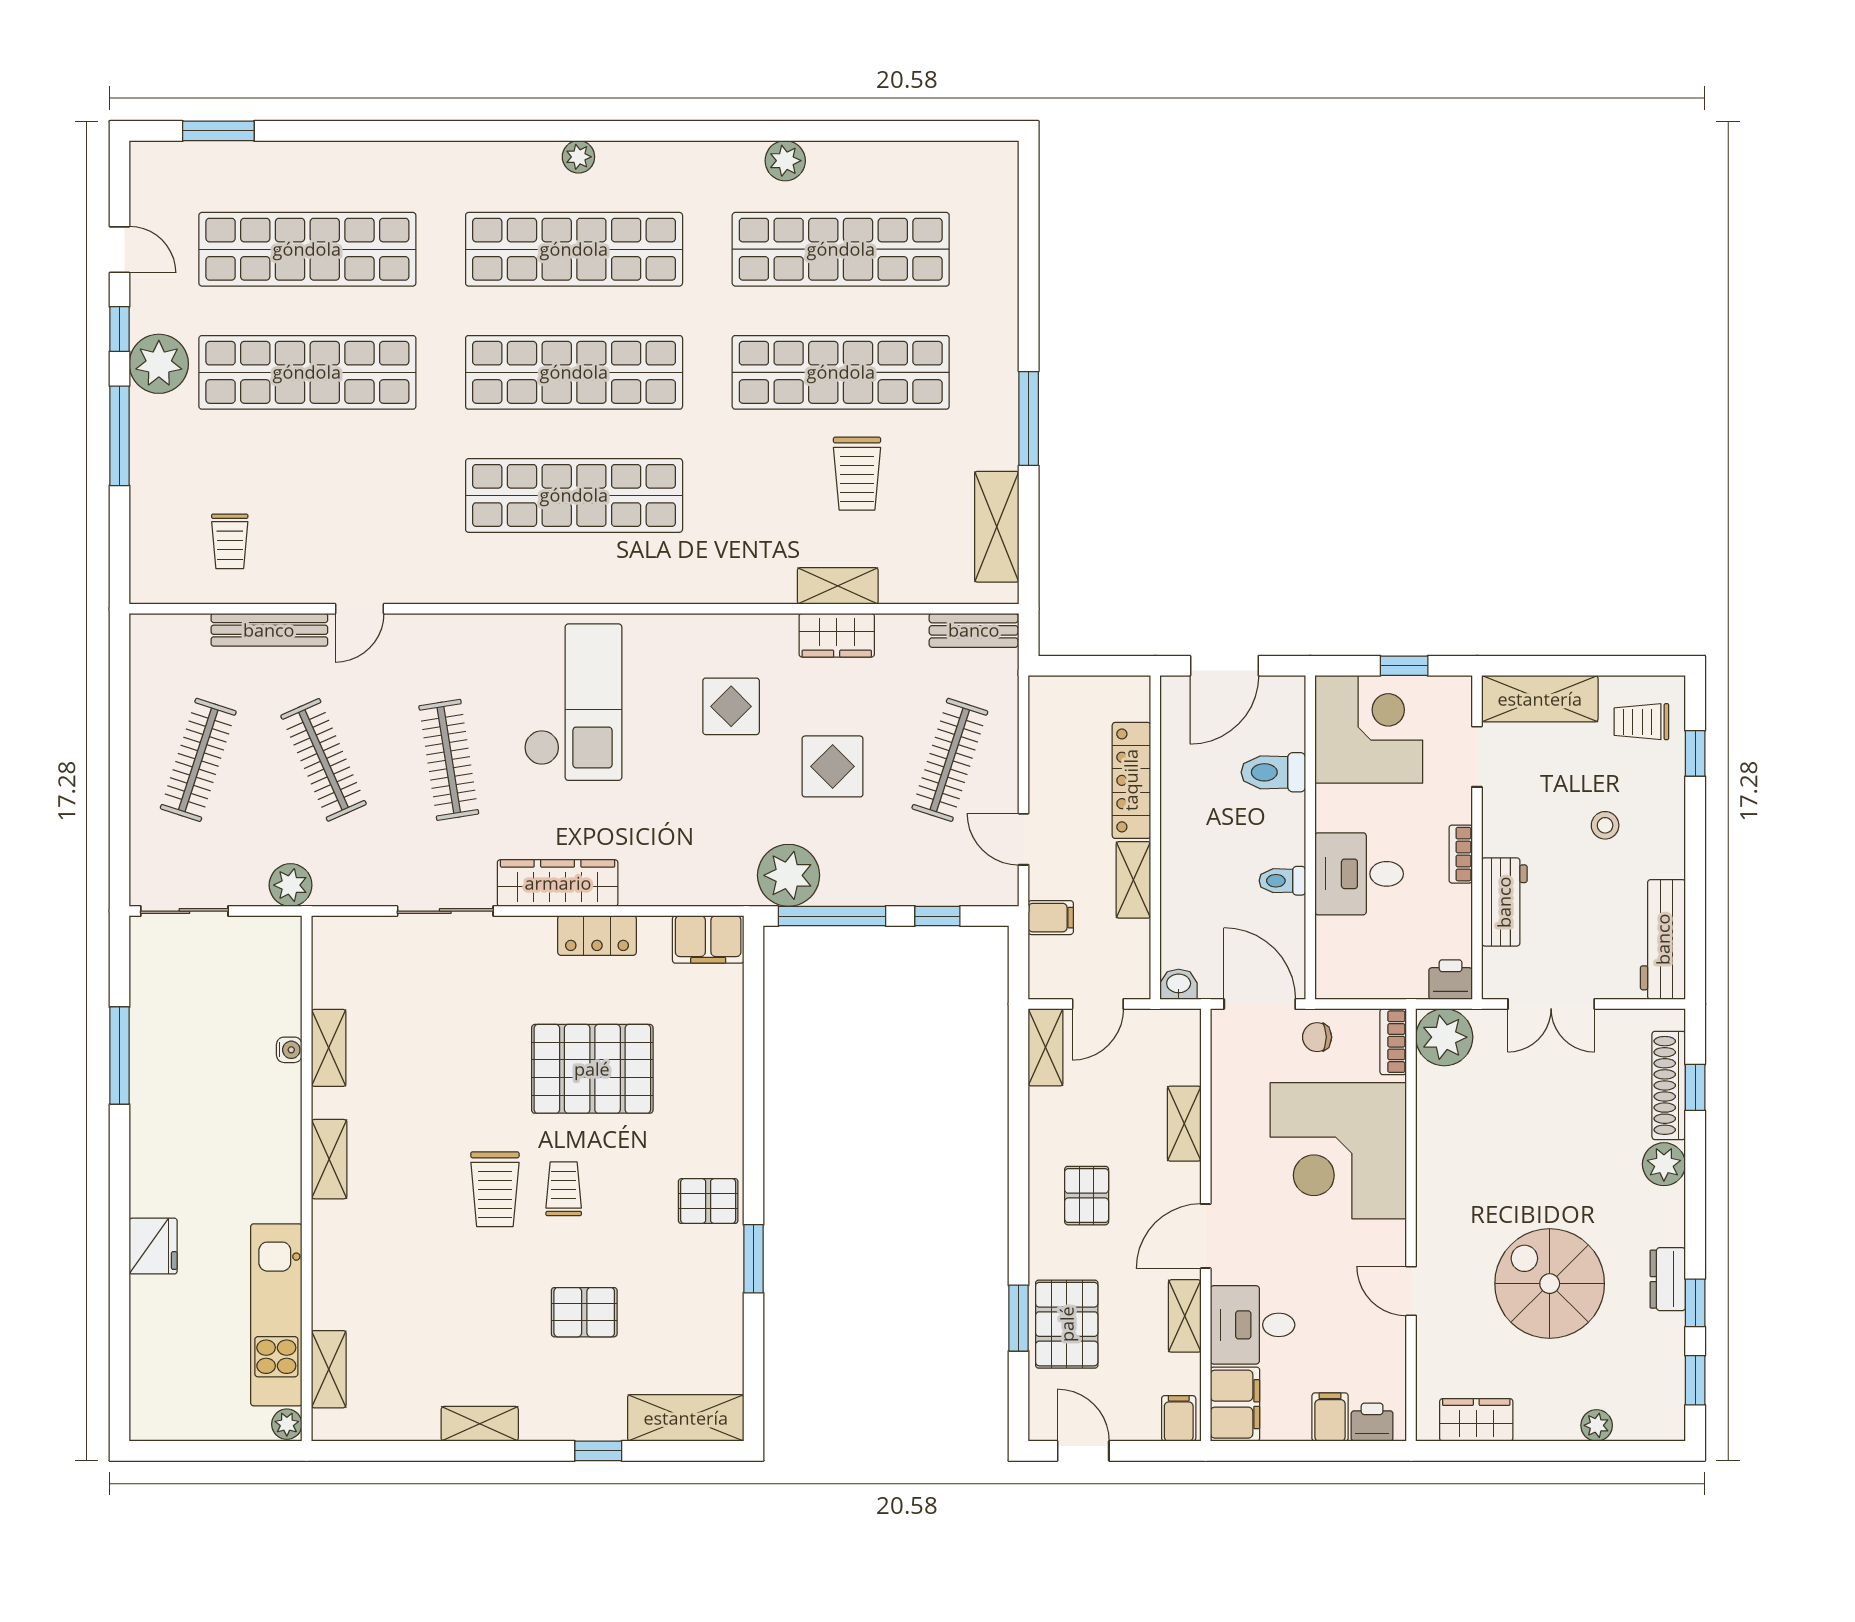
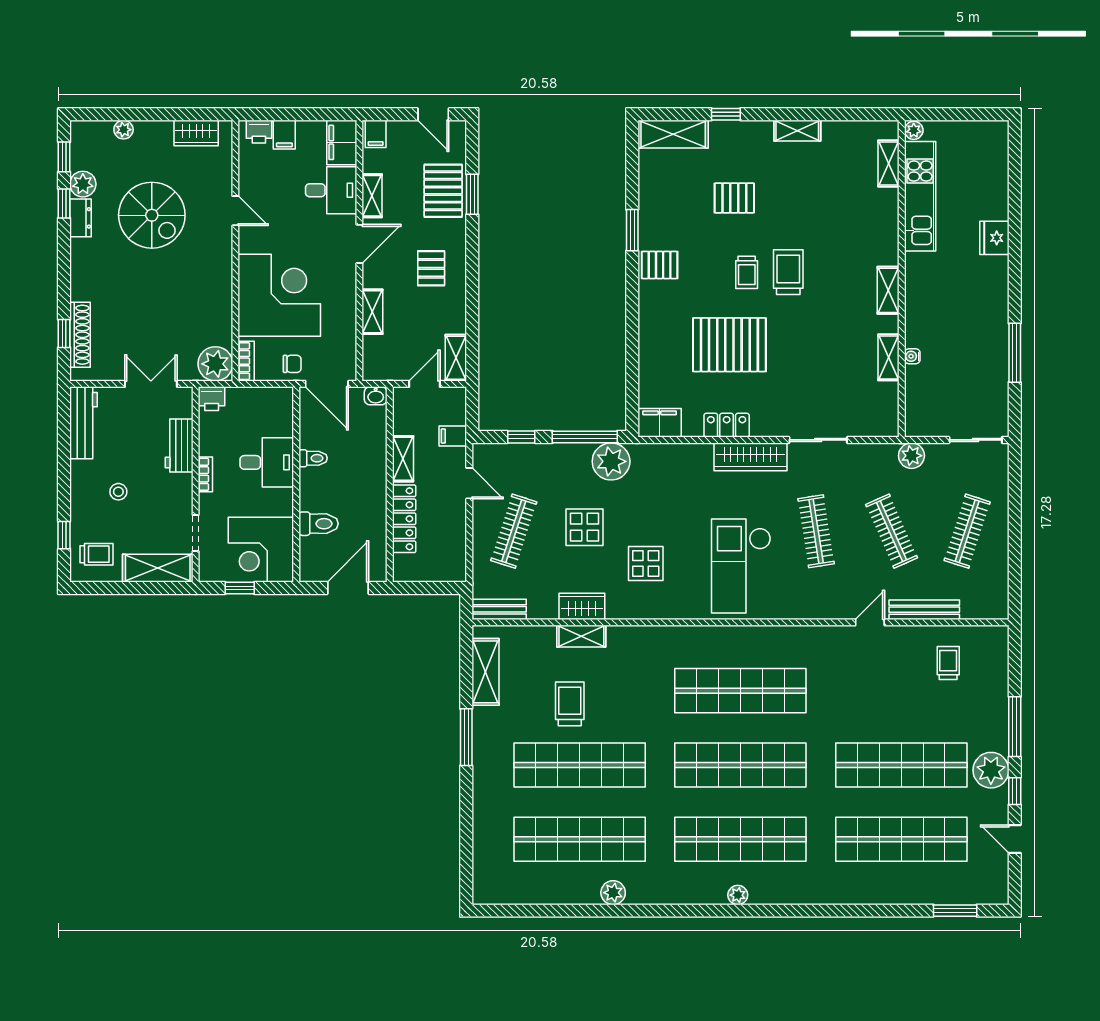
plant: (1664, 1164) -> (83, 184), moved

